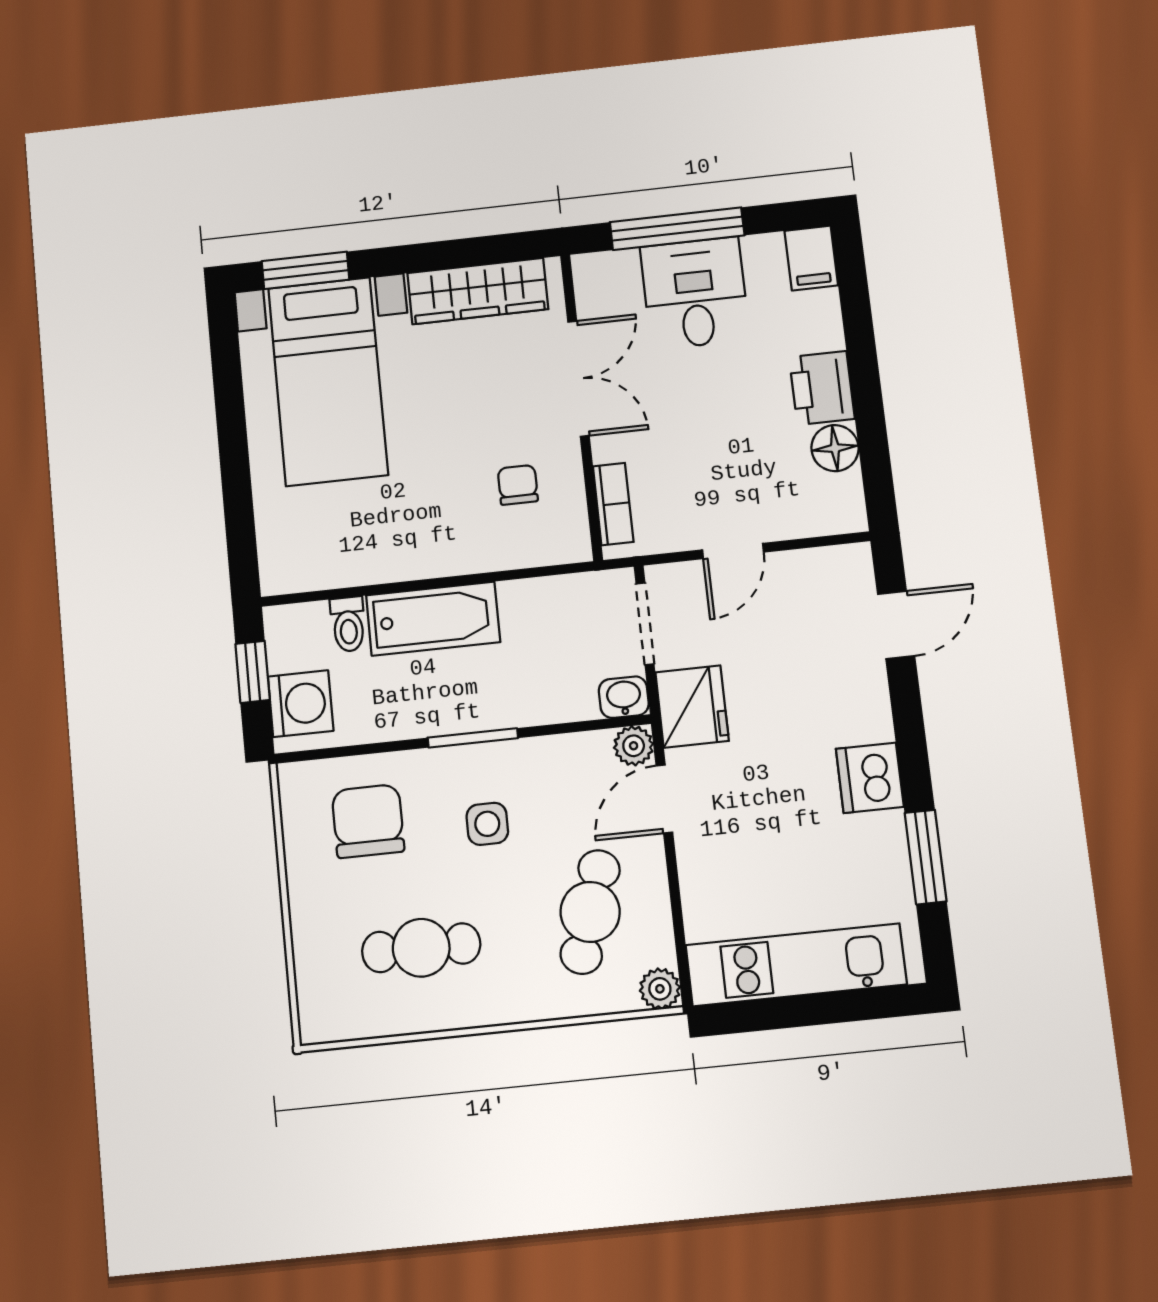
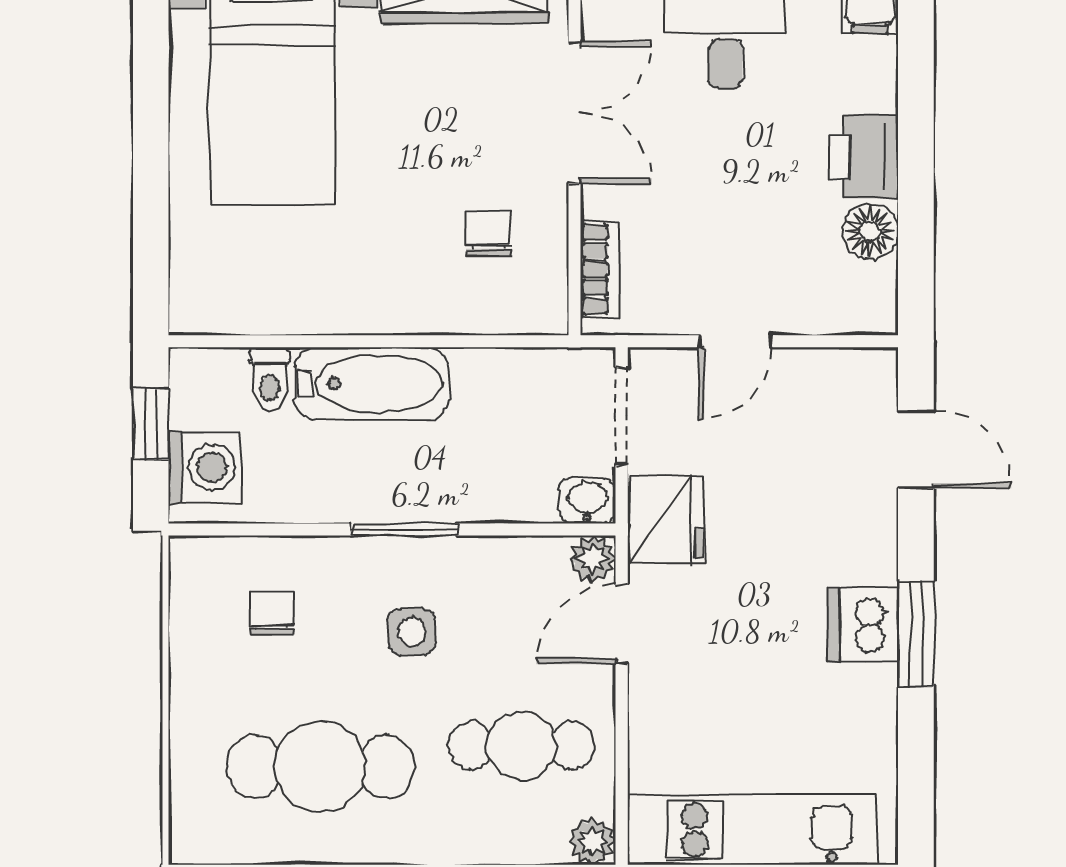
door: (896, 625) -> (916, 450), hinge flipped
chair: (368, 821) -> (272, 614), width x0.54, depth x0.54
window: (926, 857) -> (916, 634), moved
cafe table: (590, 912) -> (521, 746), turned 72
cafe table: (421, 948) -> (320, 767), width x1.37, depth x1.35

